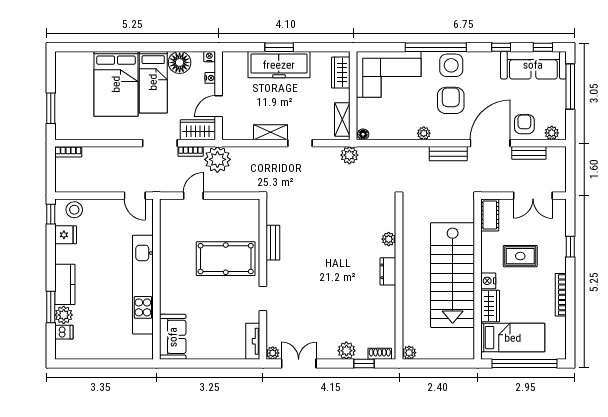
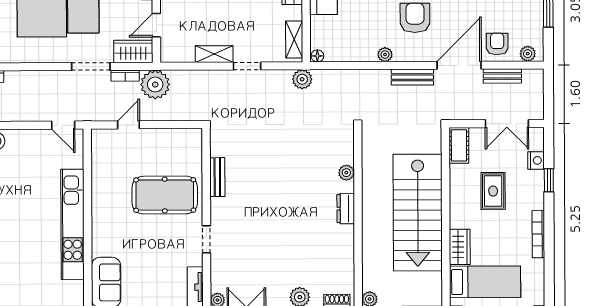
rug: (520, 256) -> (493, 191), turned 90
nightstand: (488, 281) -> (536, 160), moved, turned 180

